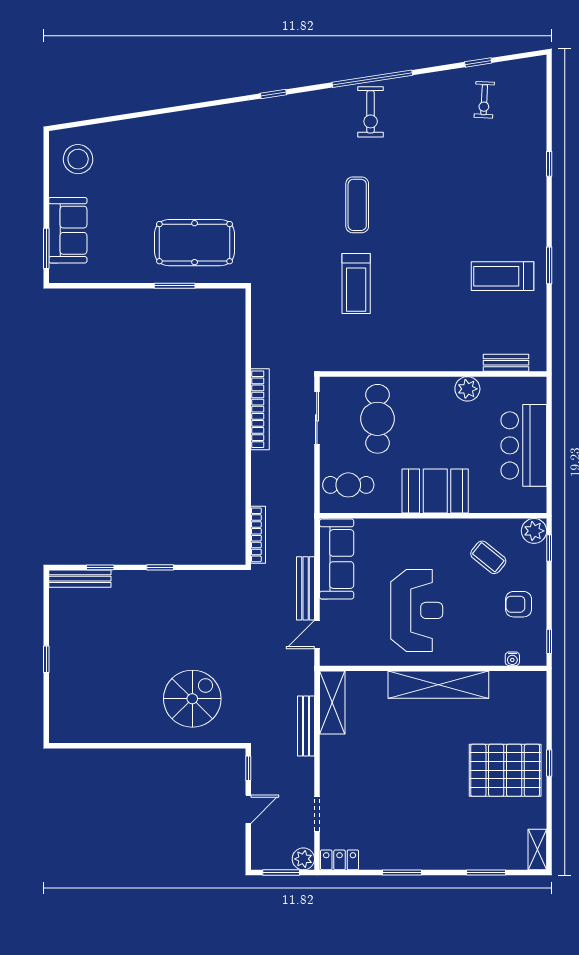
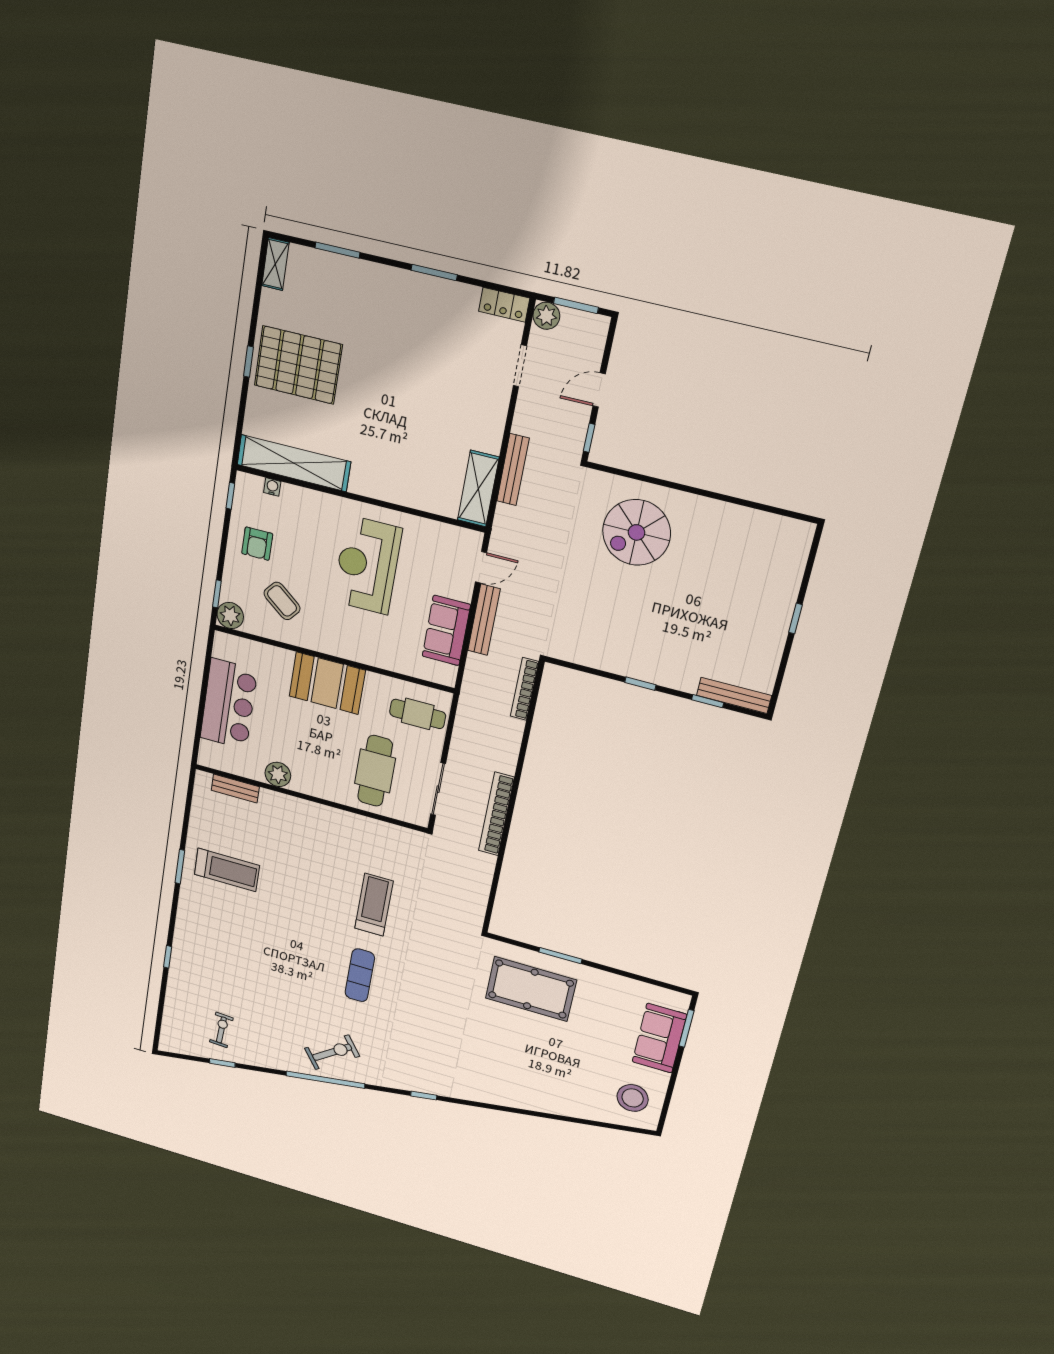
exercise bike: (371, 112) -> (332, 1052), turned 54
sofa: (337, 559) -> (446, 630), width x0.73
armchair: (519, 604) -> (257, 544), turned 90
shelving: (438, 685) -> (294, 463), moved

